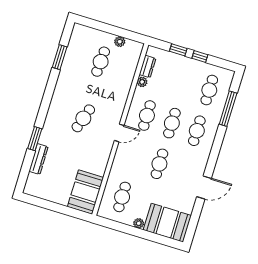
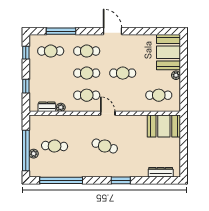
window: (105, 28) -> (26, 150), added
plant: (120, 42) -> (34, 154), moved
window: (200, 56) -> (26, 53), moved
window: (60, 57) -> (61, 180), width x2.11
window: (35, 139) -> (121, 180), moved
dresser: (39, 159) -> (161, 172), moved
door: (204, 187) -> (112, 31), moved

